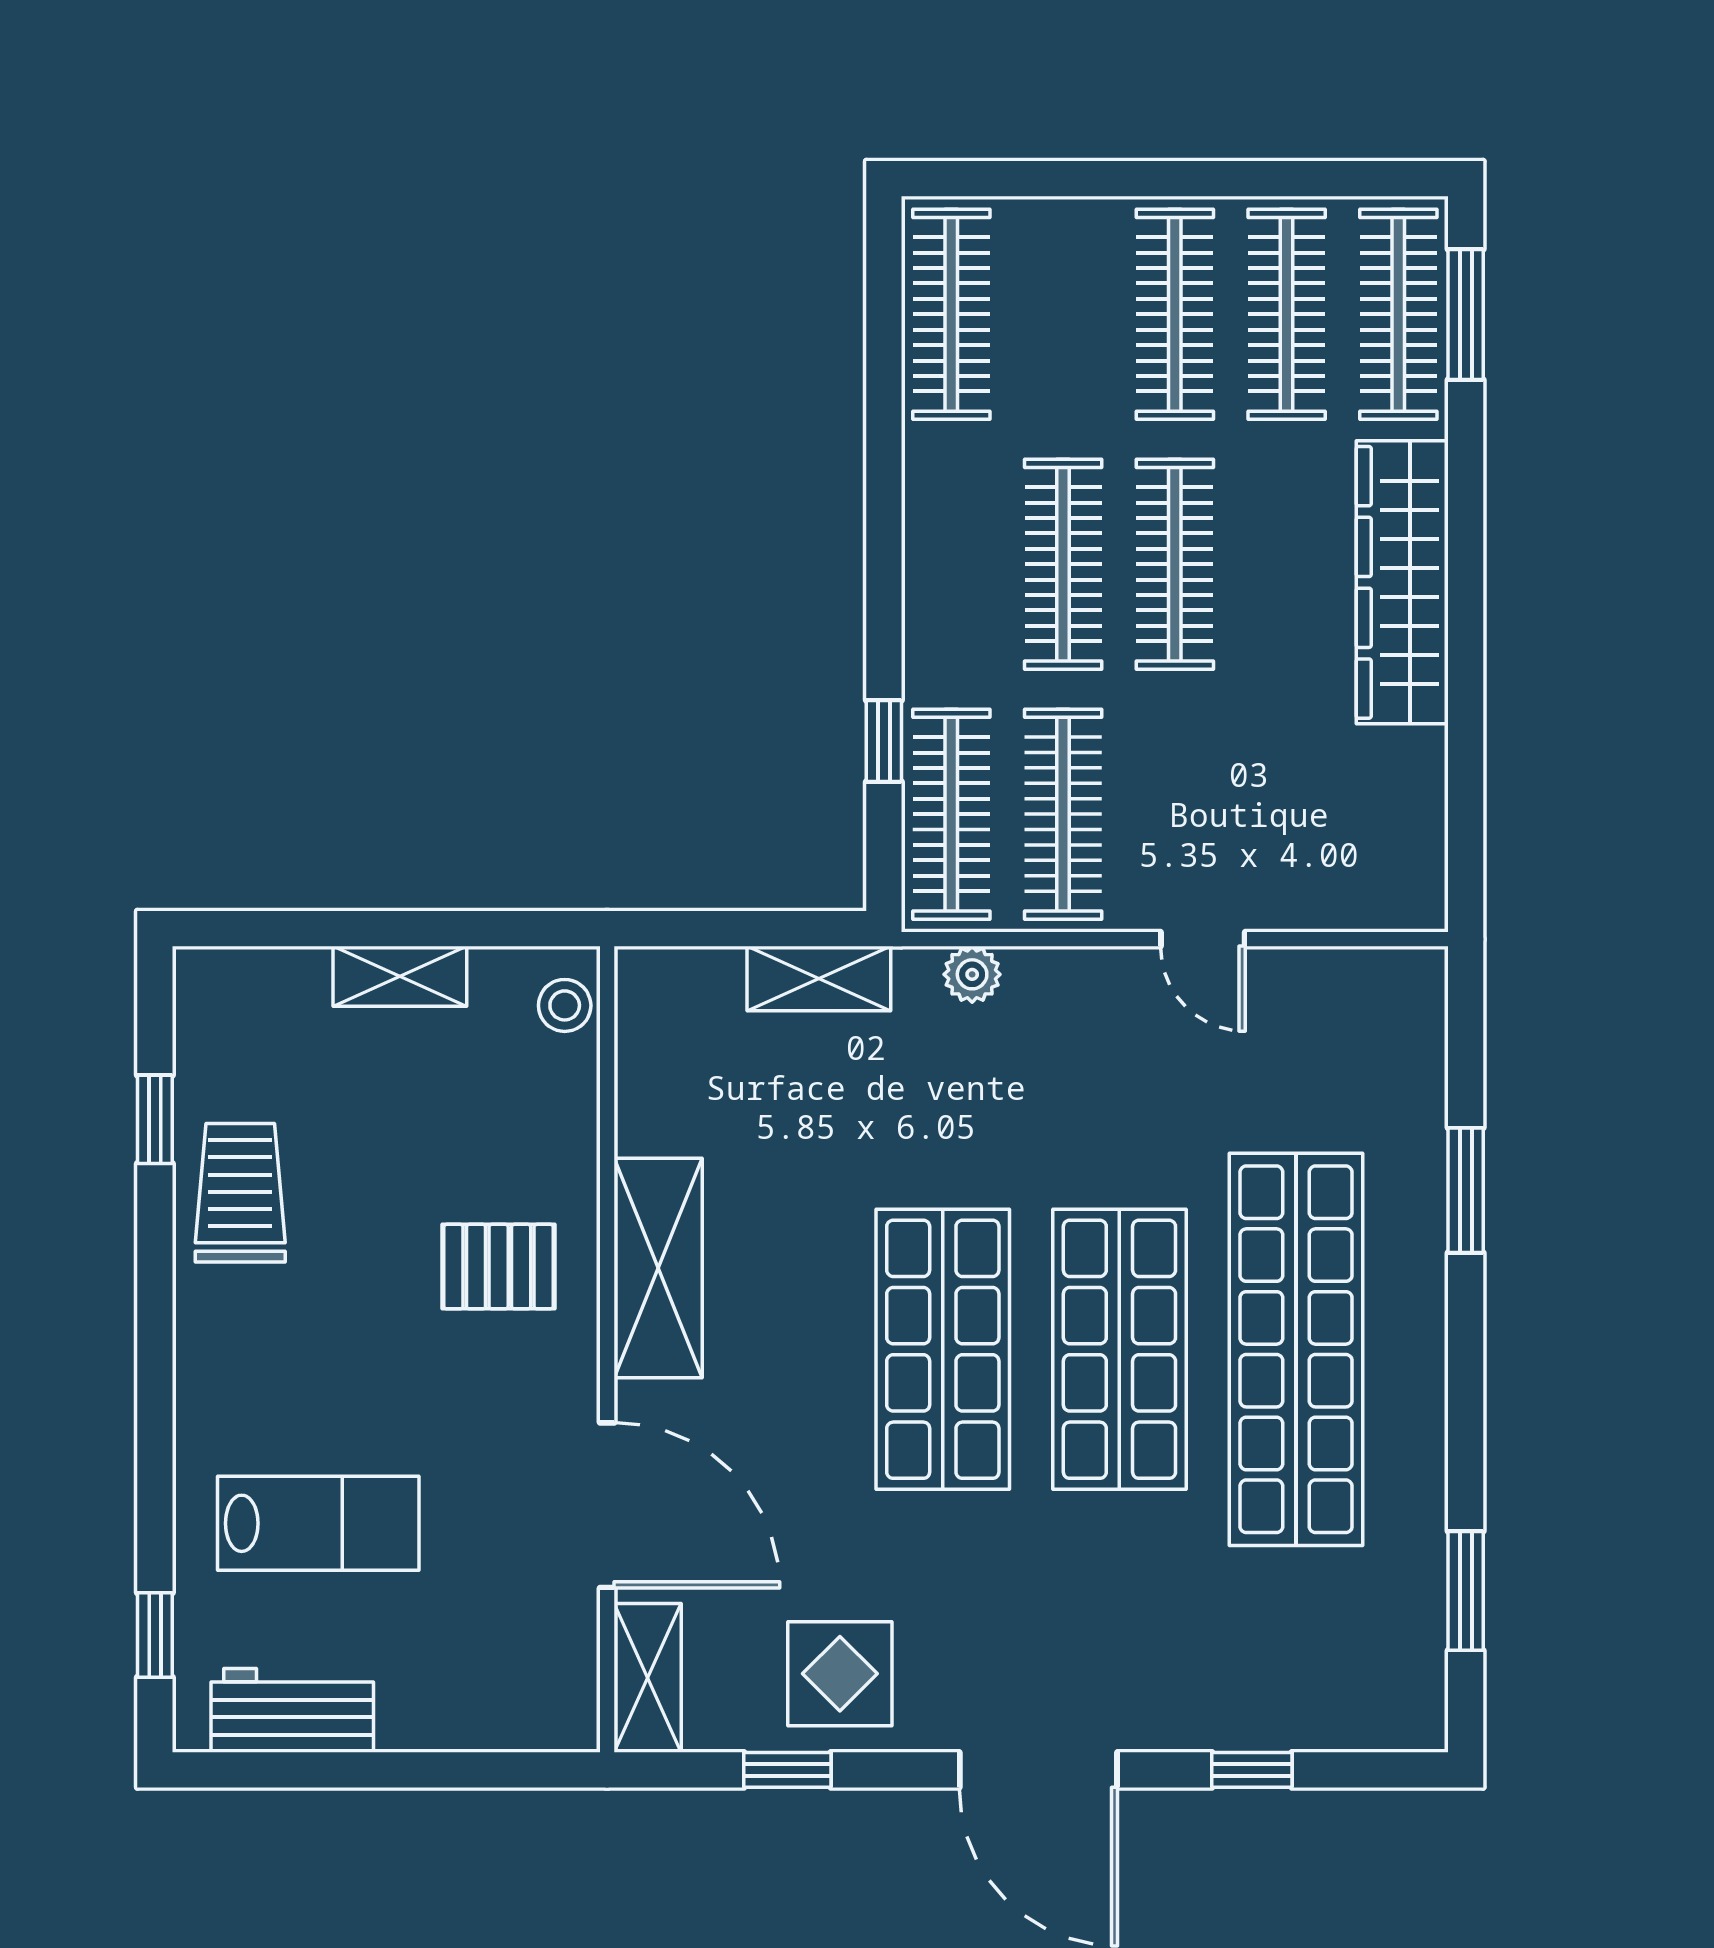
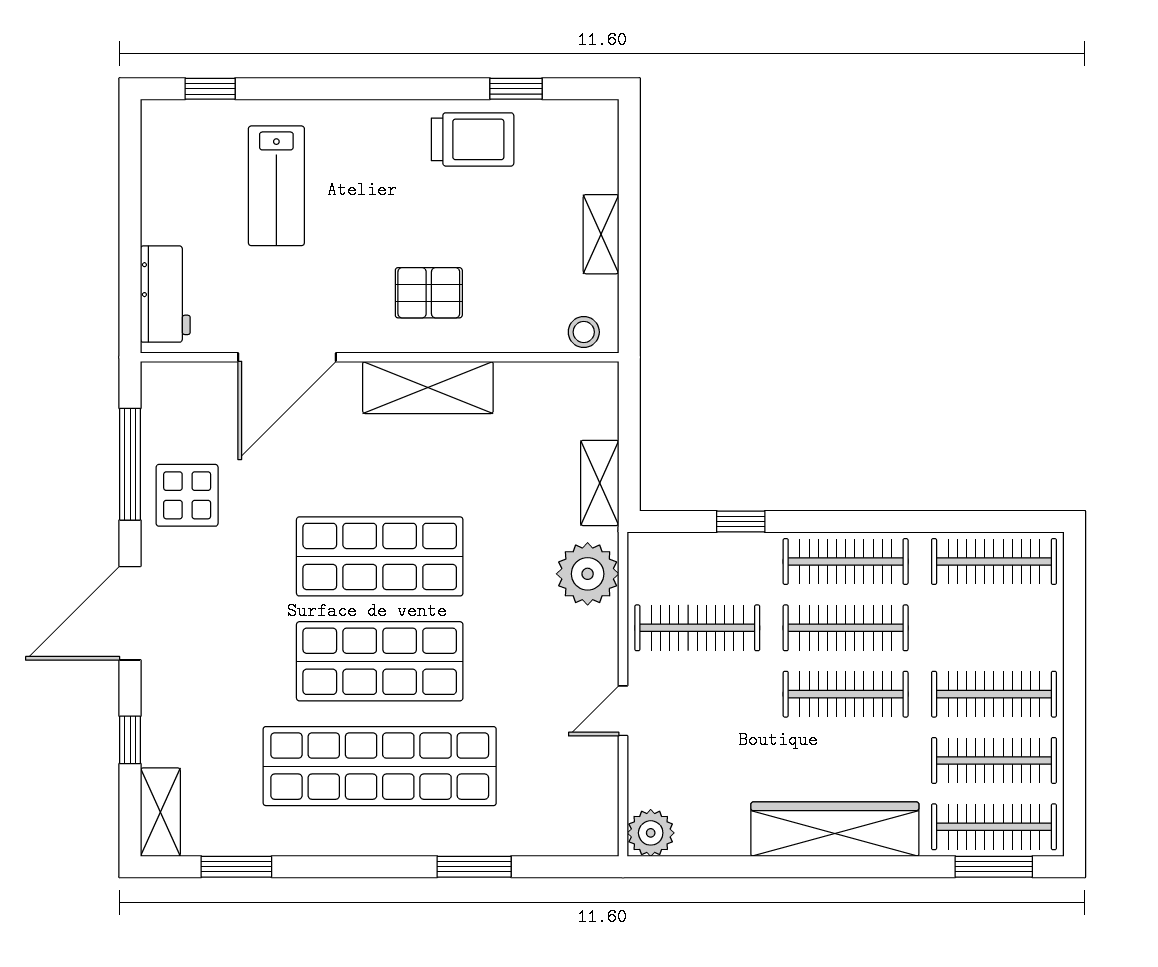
clothes rail: (951, 814) -> (846, 561), moved
plant: (1409, 893) -> (651, 833), added
plant: (972, 974) -> (588, 574), width x1.88, depth x1.88
pallet: (499, 1267) -> (429, 293), turned 90
shelving: (648, 1678) -> (160, 812), moved, turned 90
workbench: (292, 1710) -> (165, 294), moved
window: (787, 1770) -> (130, 464), width x2.17

